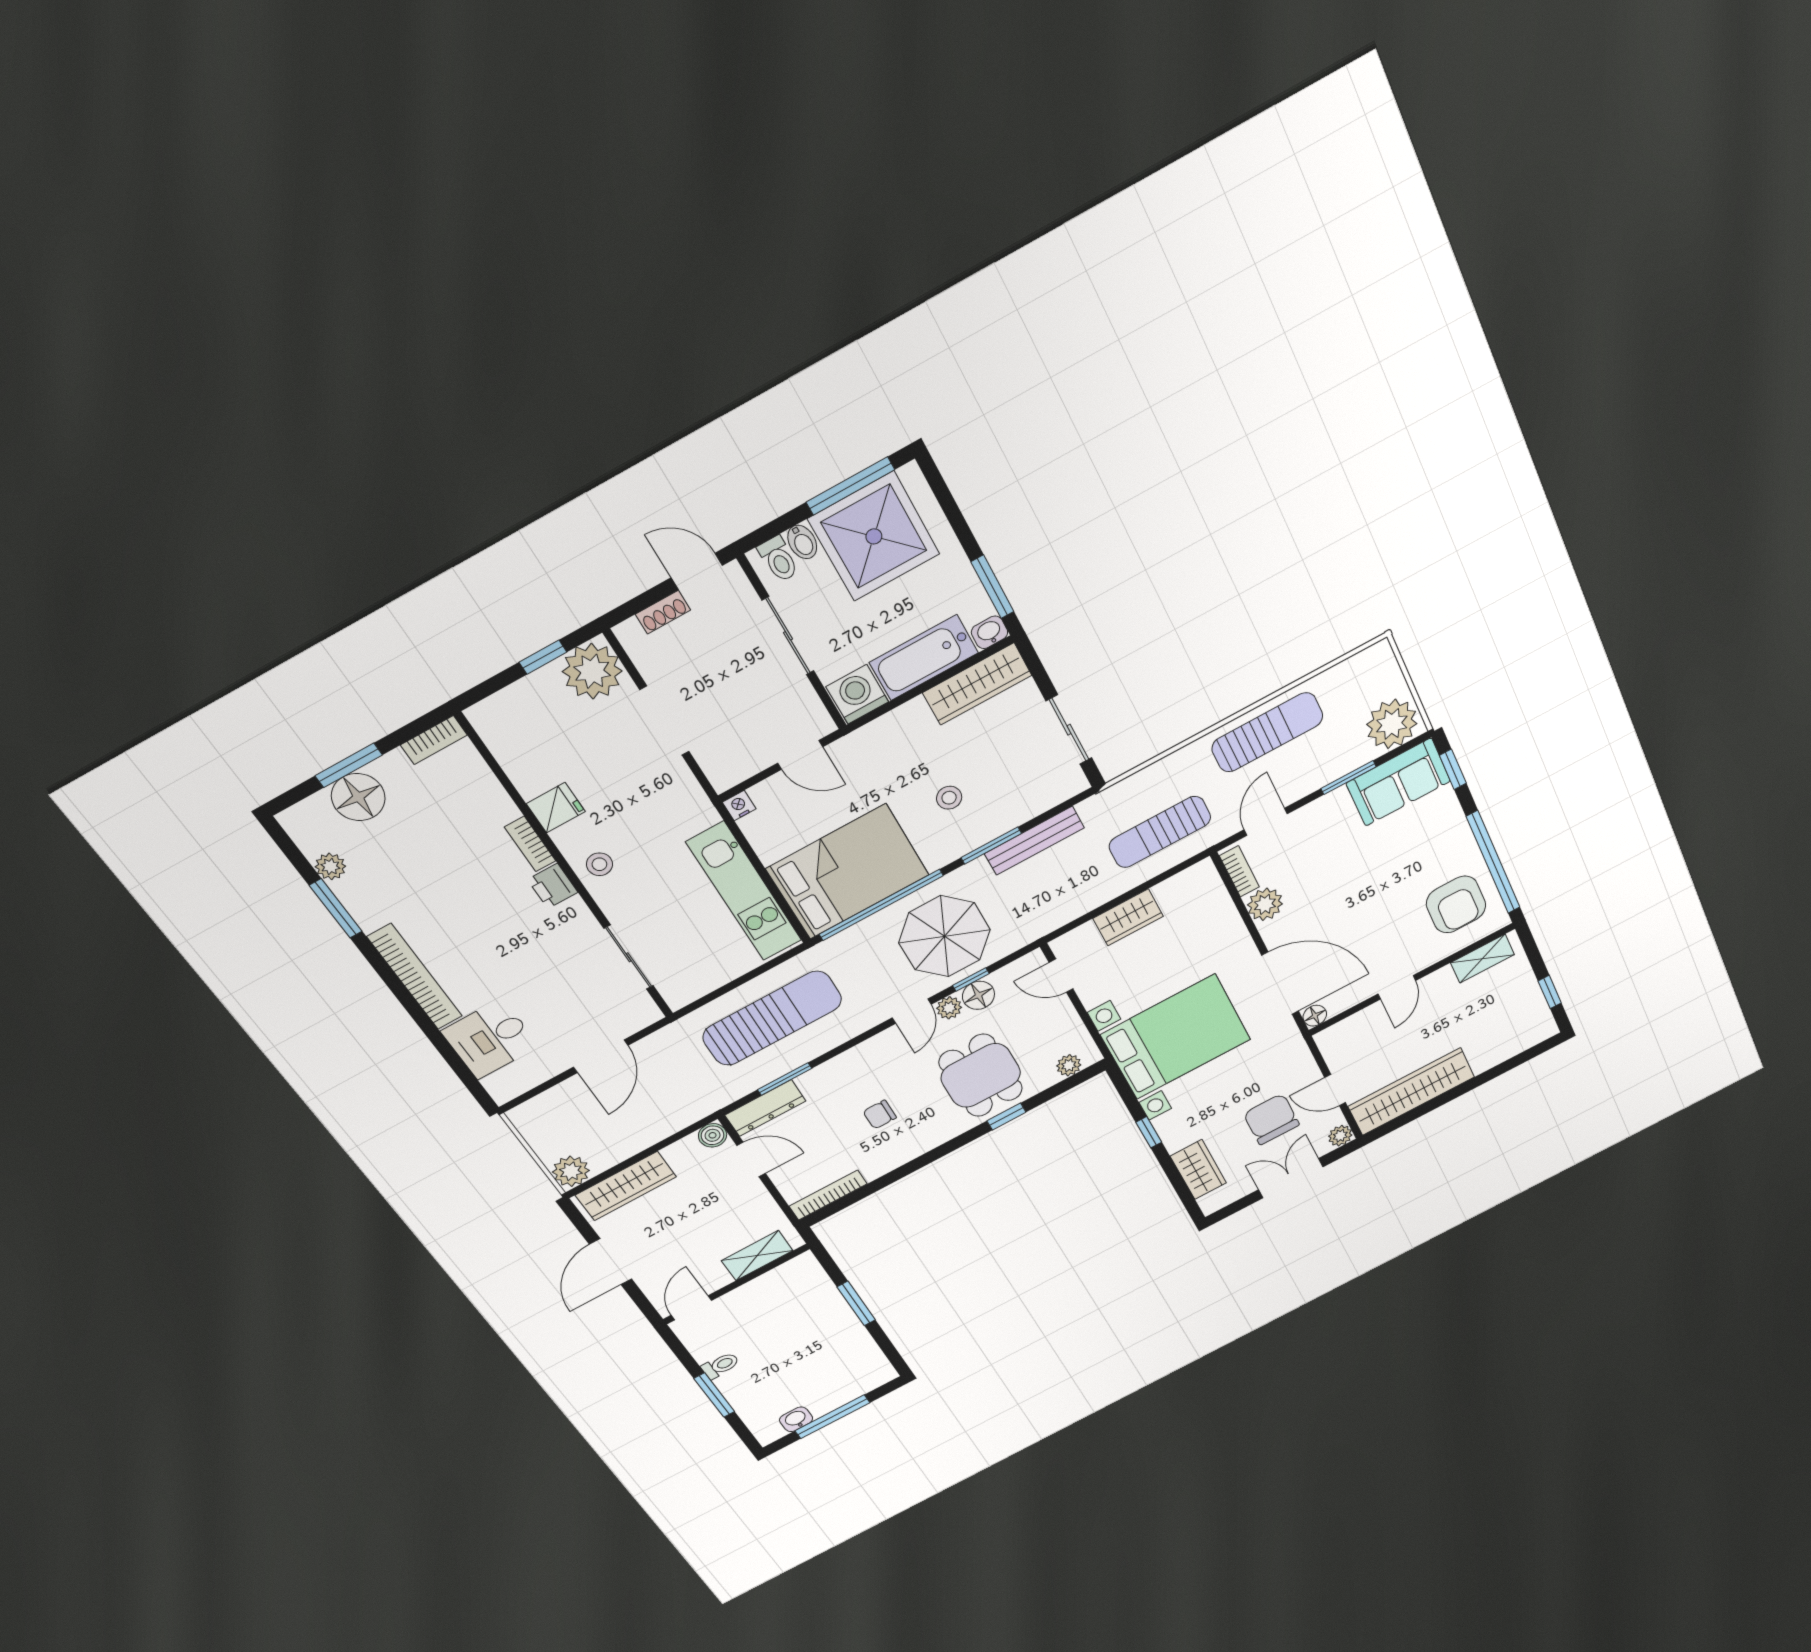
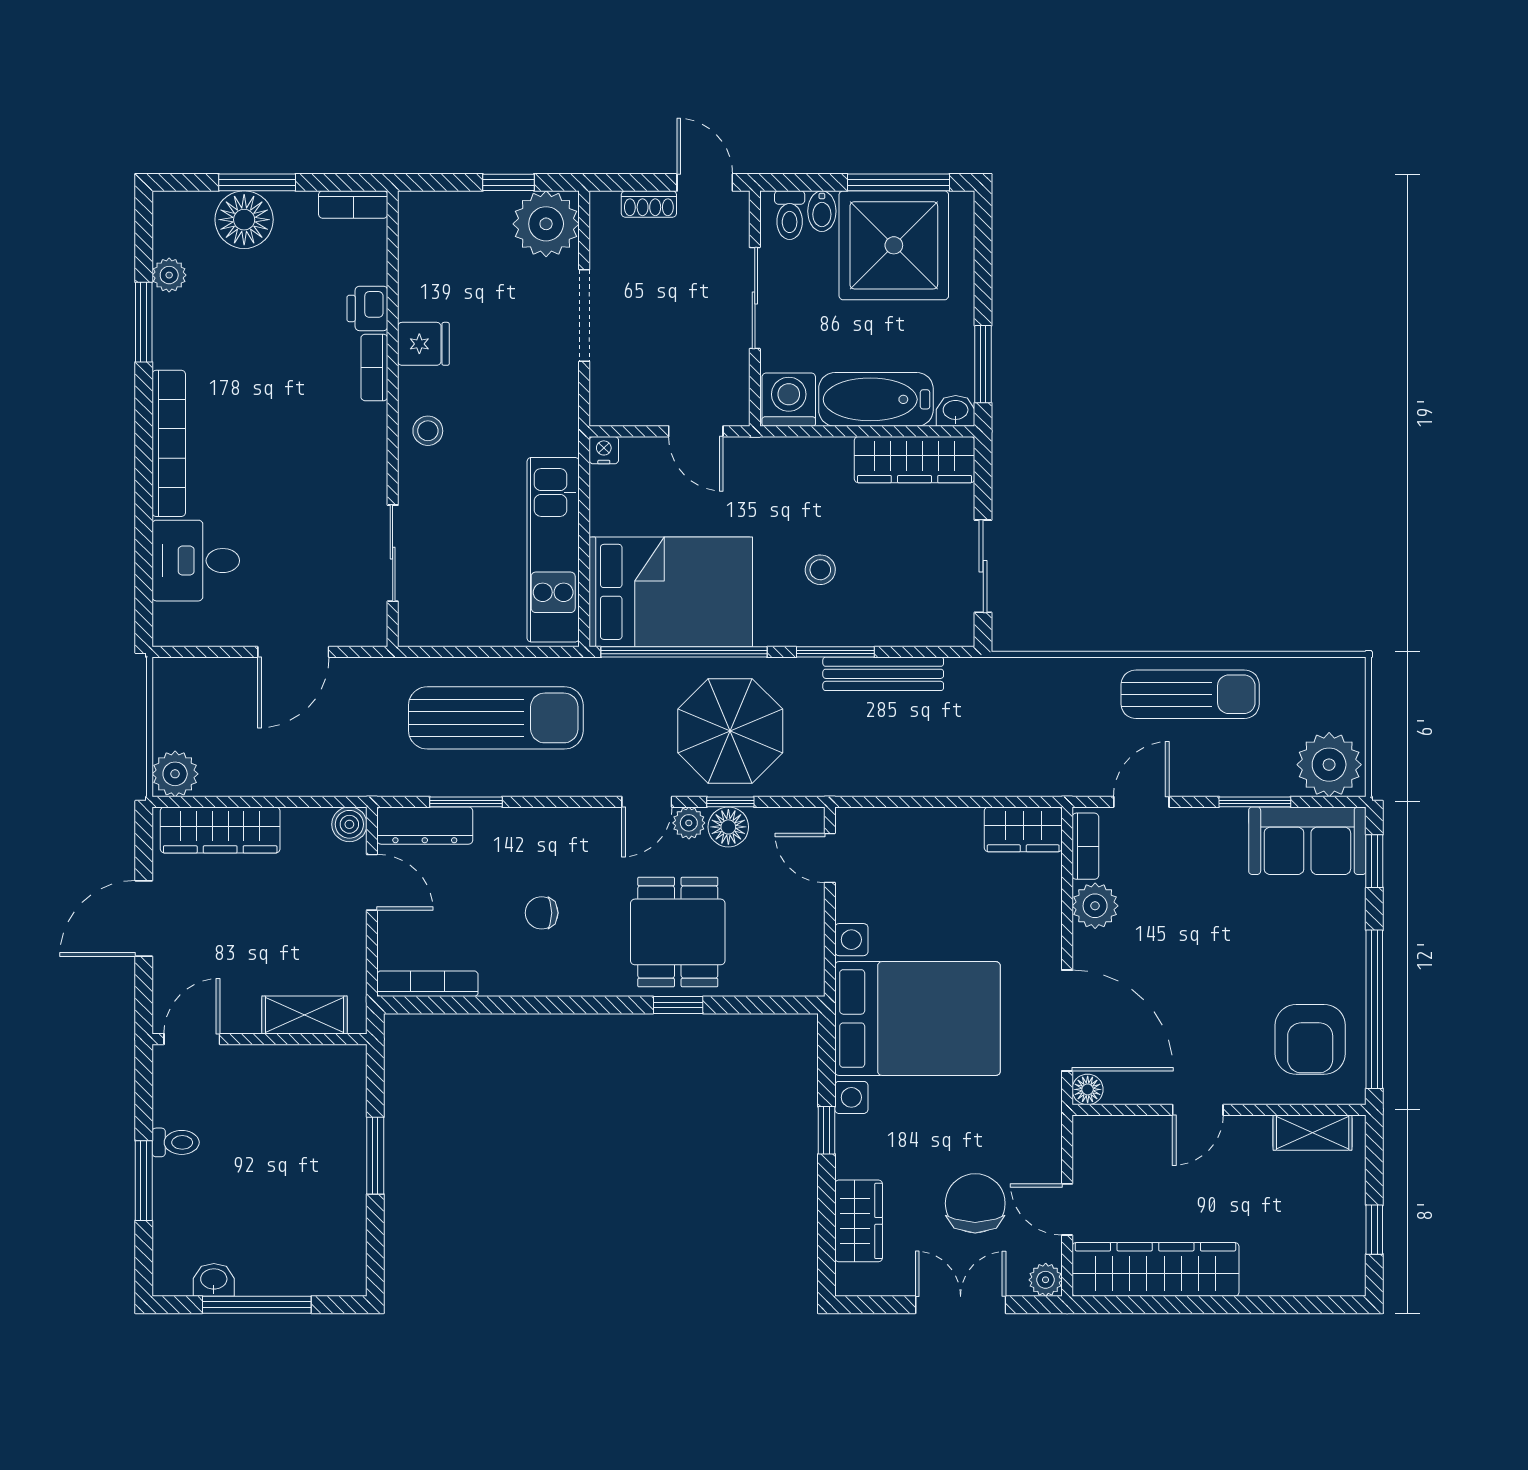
sun lounger: (1160, 832) -> (1021, 745), removed
printer: (553, 886) -> (367, 308), moved
wardrobe: (1128, 917) -> (1023, 829), moved
plant: (1069, 1065) -> (781, 981), removed

